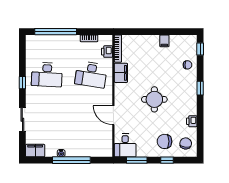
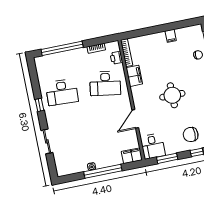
door: (113, 115) -> (135, 119), hinge flipped
filing cabinet: (35, 151) -> (132, 156), moved

